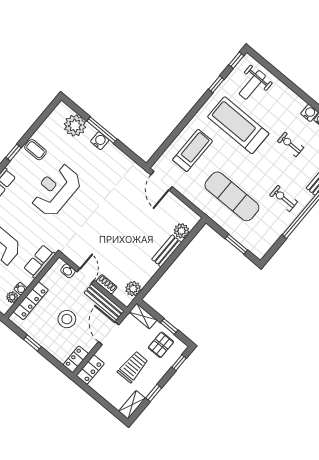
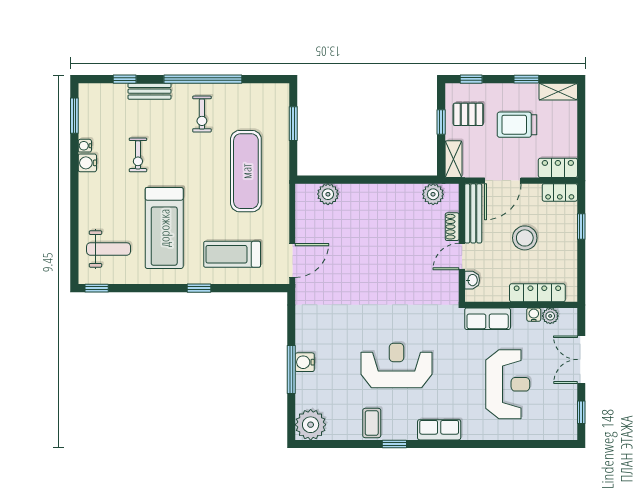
window: (216, 84) -> (199, 288), moved
plant: (75, 126) -> (311, 425), moved
reception desk: (56, 190) -> (397, 365), turned 180
bench: (167, 251) -> (363, 192), removed
window: (32, 343) -> (581, 226), moved

